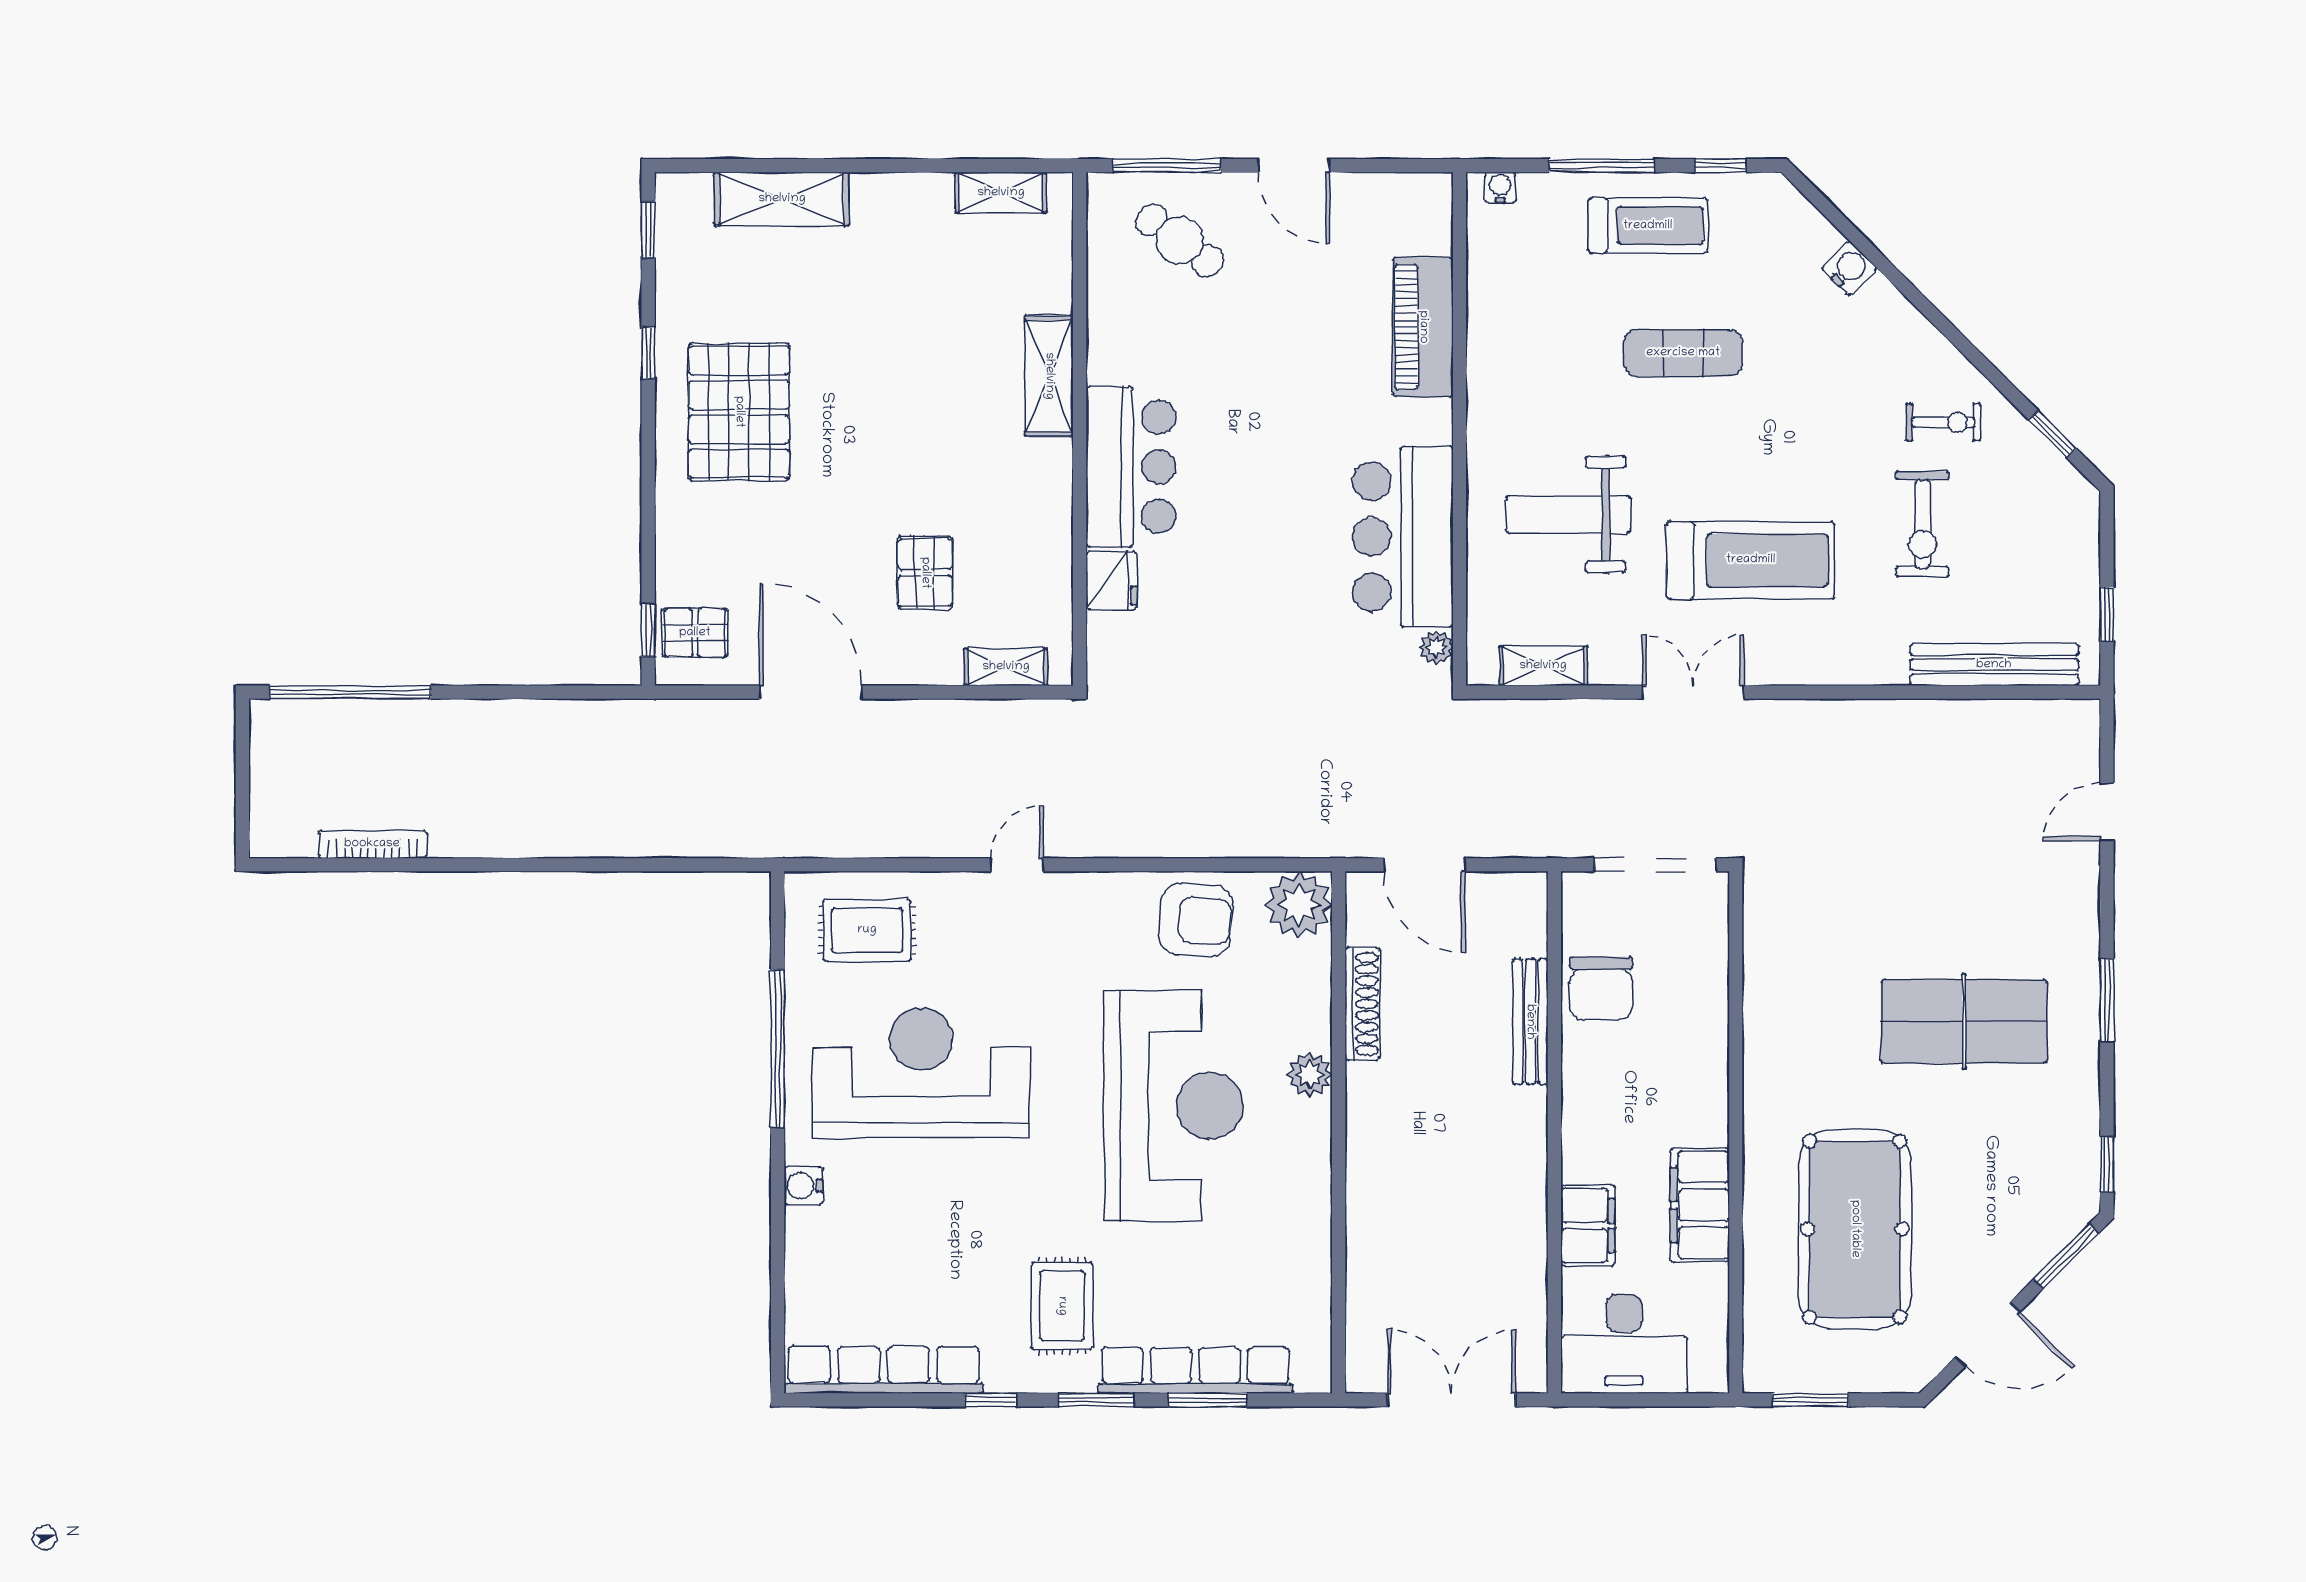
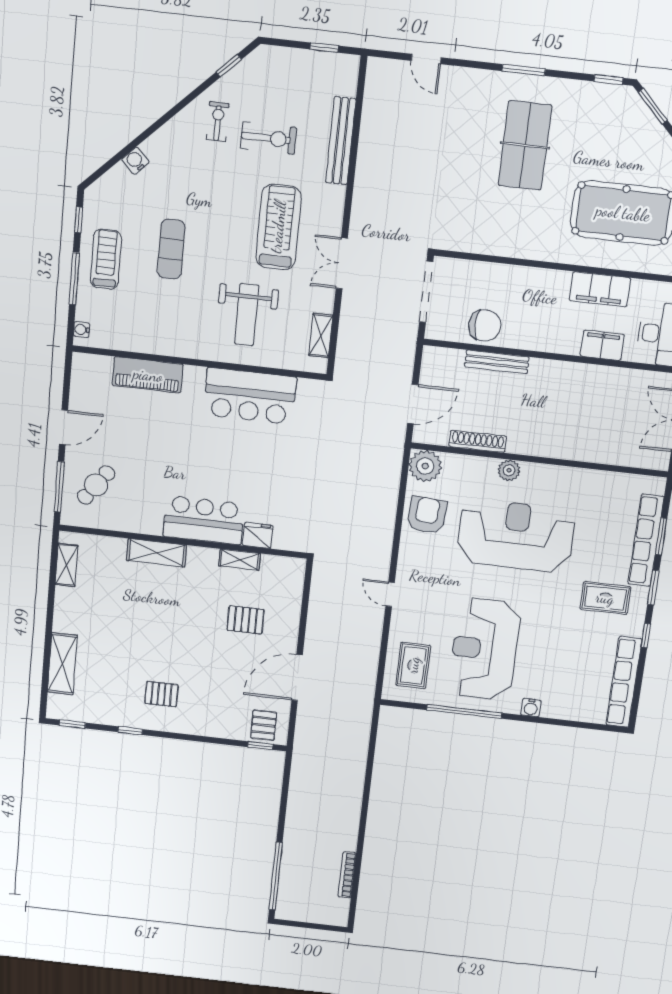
pallet: (739, 412) -> (161, 694), width x0.49, depth x0.50
plant: (1436, 647) -> (306, 386), removed
bench: (1994, 665) -> (341, 141), moved
shelving: (1006, 667) -> (240, 560), moved, turned 90

